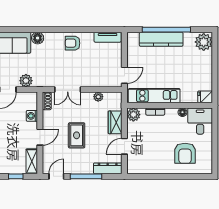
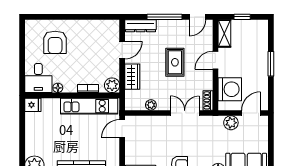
washing machine: (32, 116) -> (230, 89), width x1.89, depth x1.89
armchair: (185, 153) -> (55, 42), turned 180

